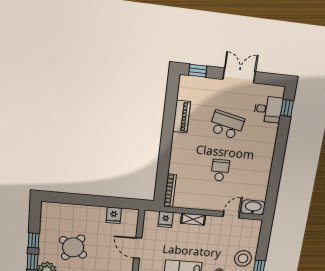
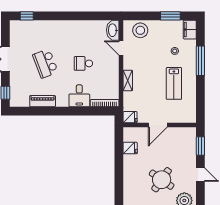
desk: (268, 109) -> (79, 96), moved, turned 180
school desk: (227, 125) -> (45, 63), turned -33
fridge: (166, 219) -> (130, 117), moved
stool: (243, 258) -> (140, 30), moved

